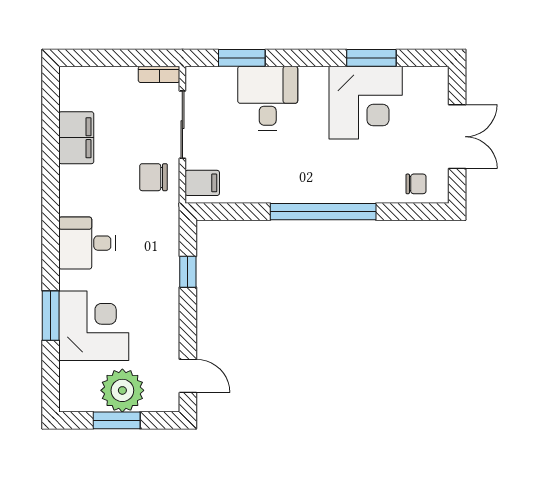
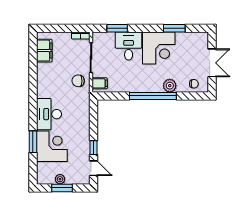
corner desk: (366, 103) -> (159, 48), moved
filing cabinet: (76, 138) -> (44, 51), moved
plant: (361, 188) -> (170, 86), added
desk: (87, 243) -> (49, 114), width x1.37
window: (188, 272) -> (93, 148), moved
plant: (122, 390) -> (60, 179), width x0.53, depth x0.53

